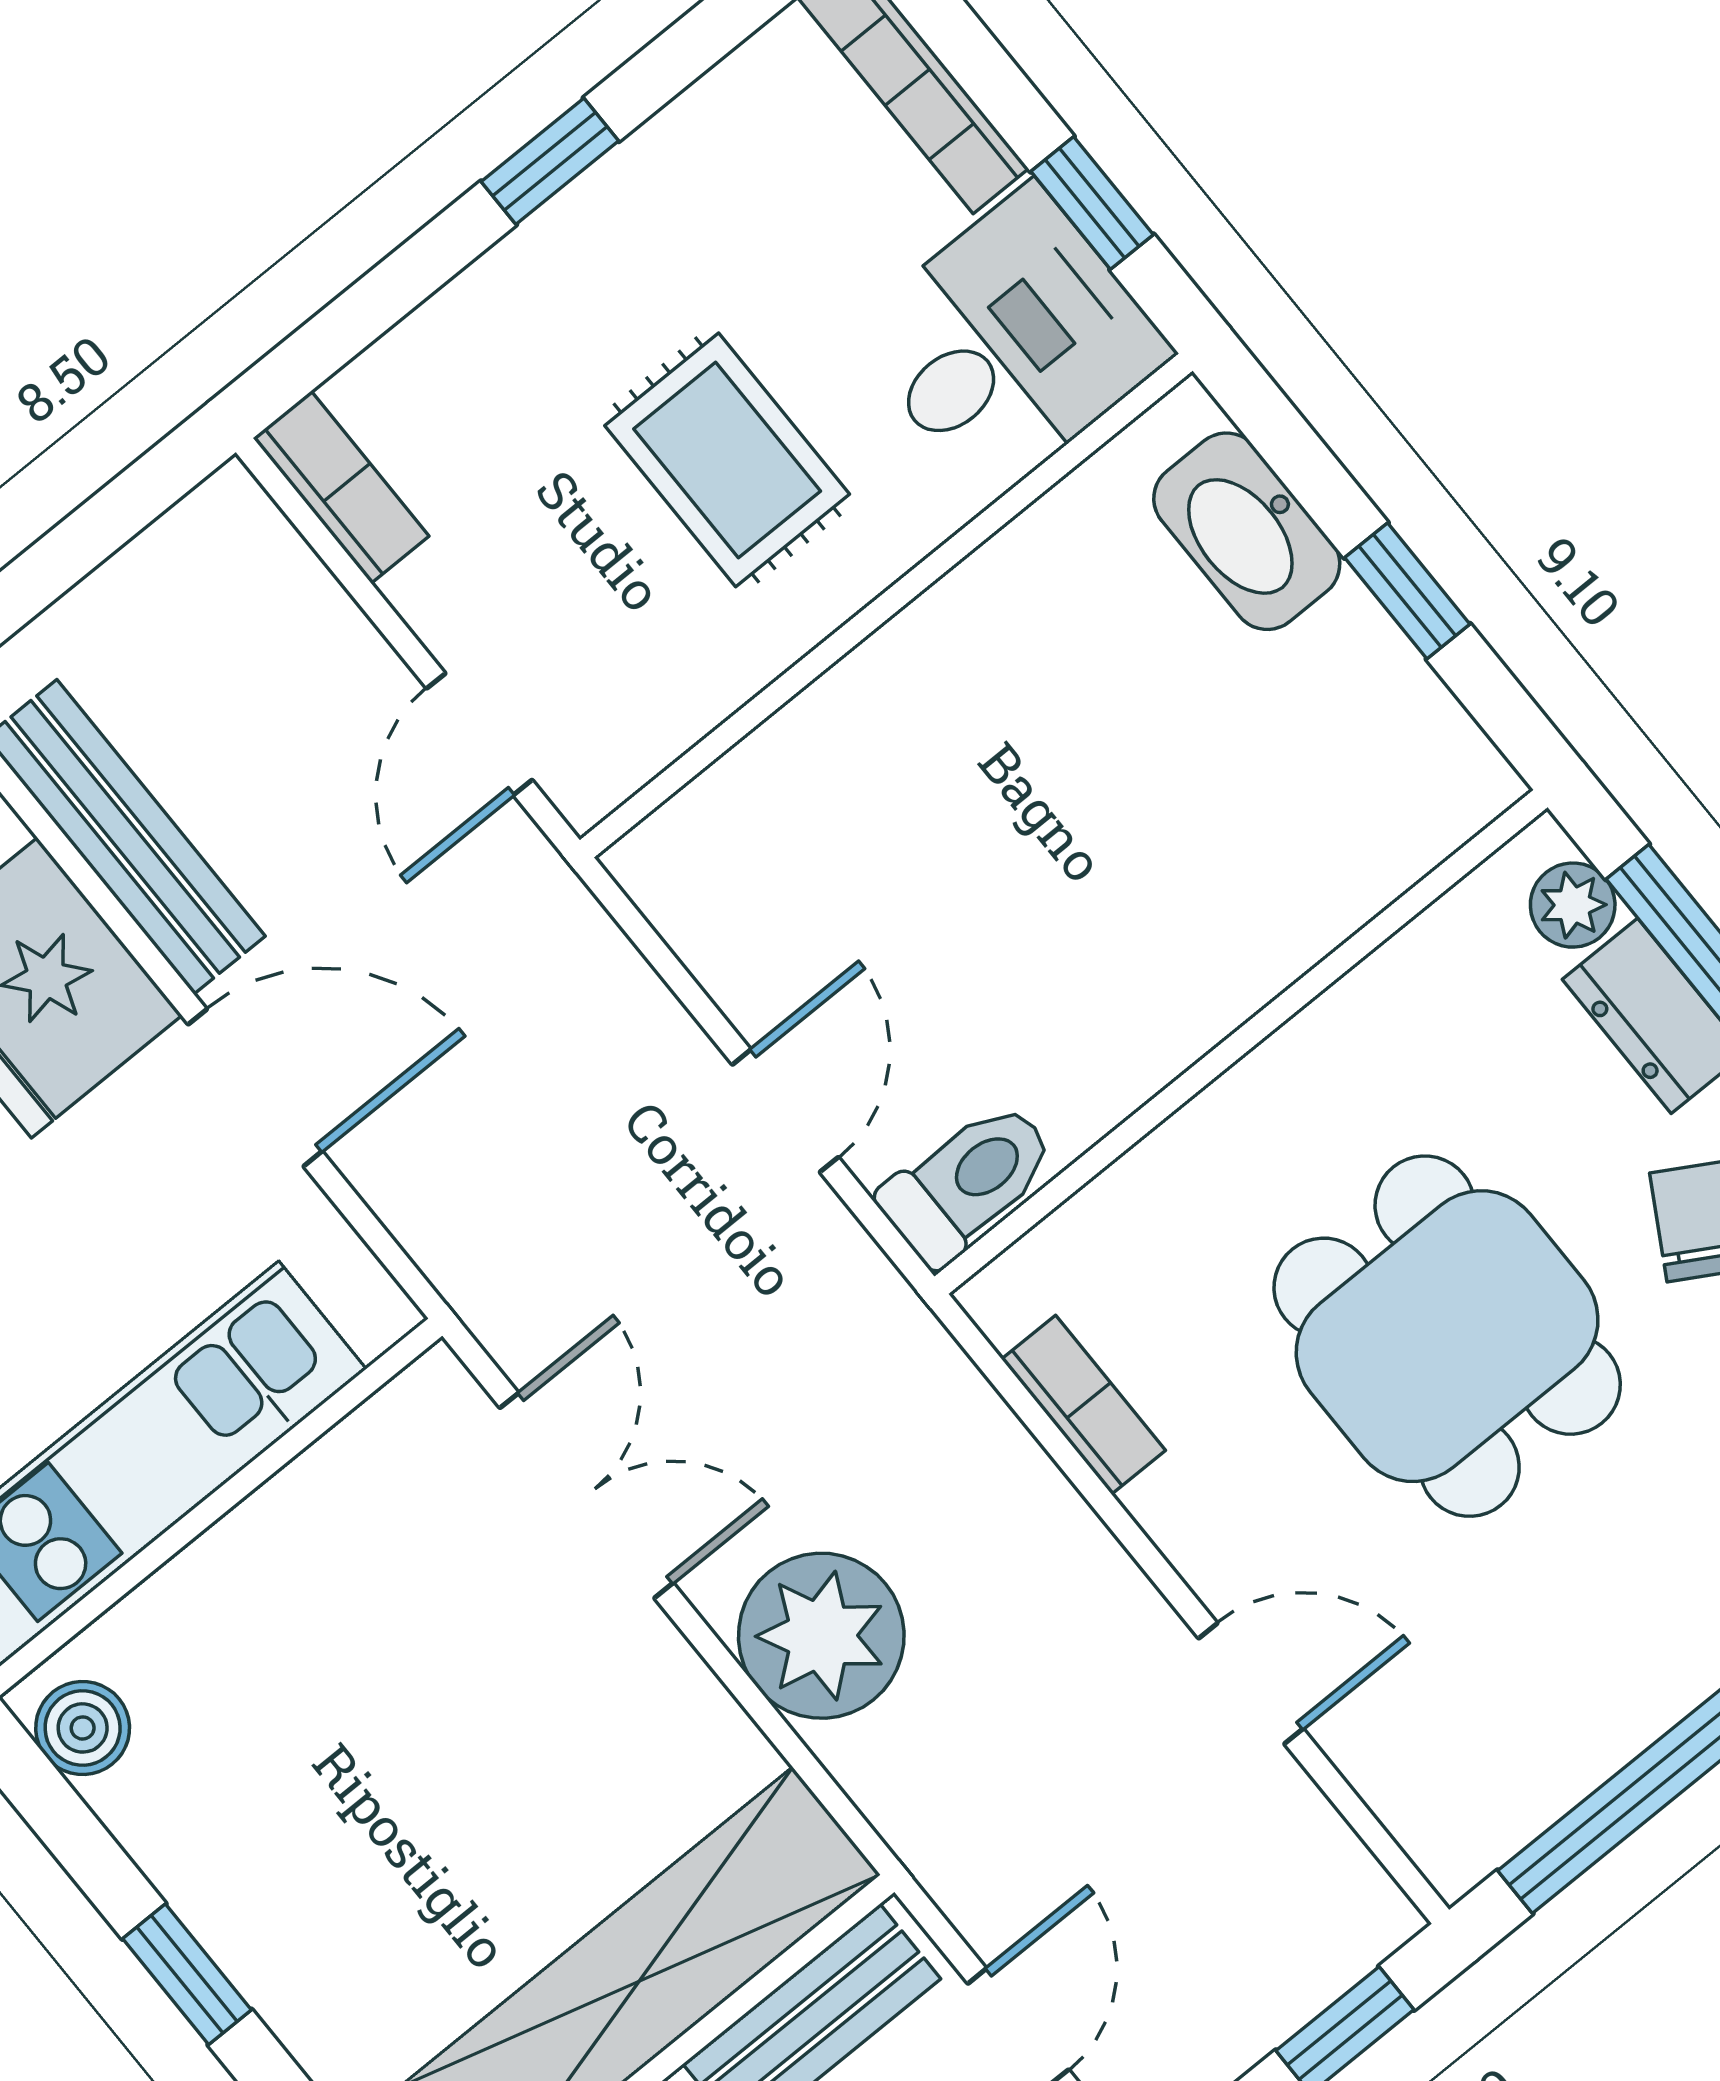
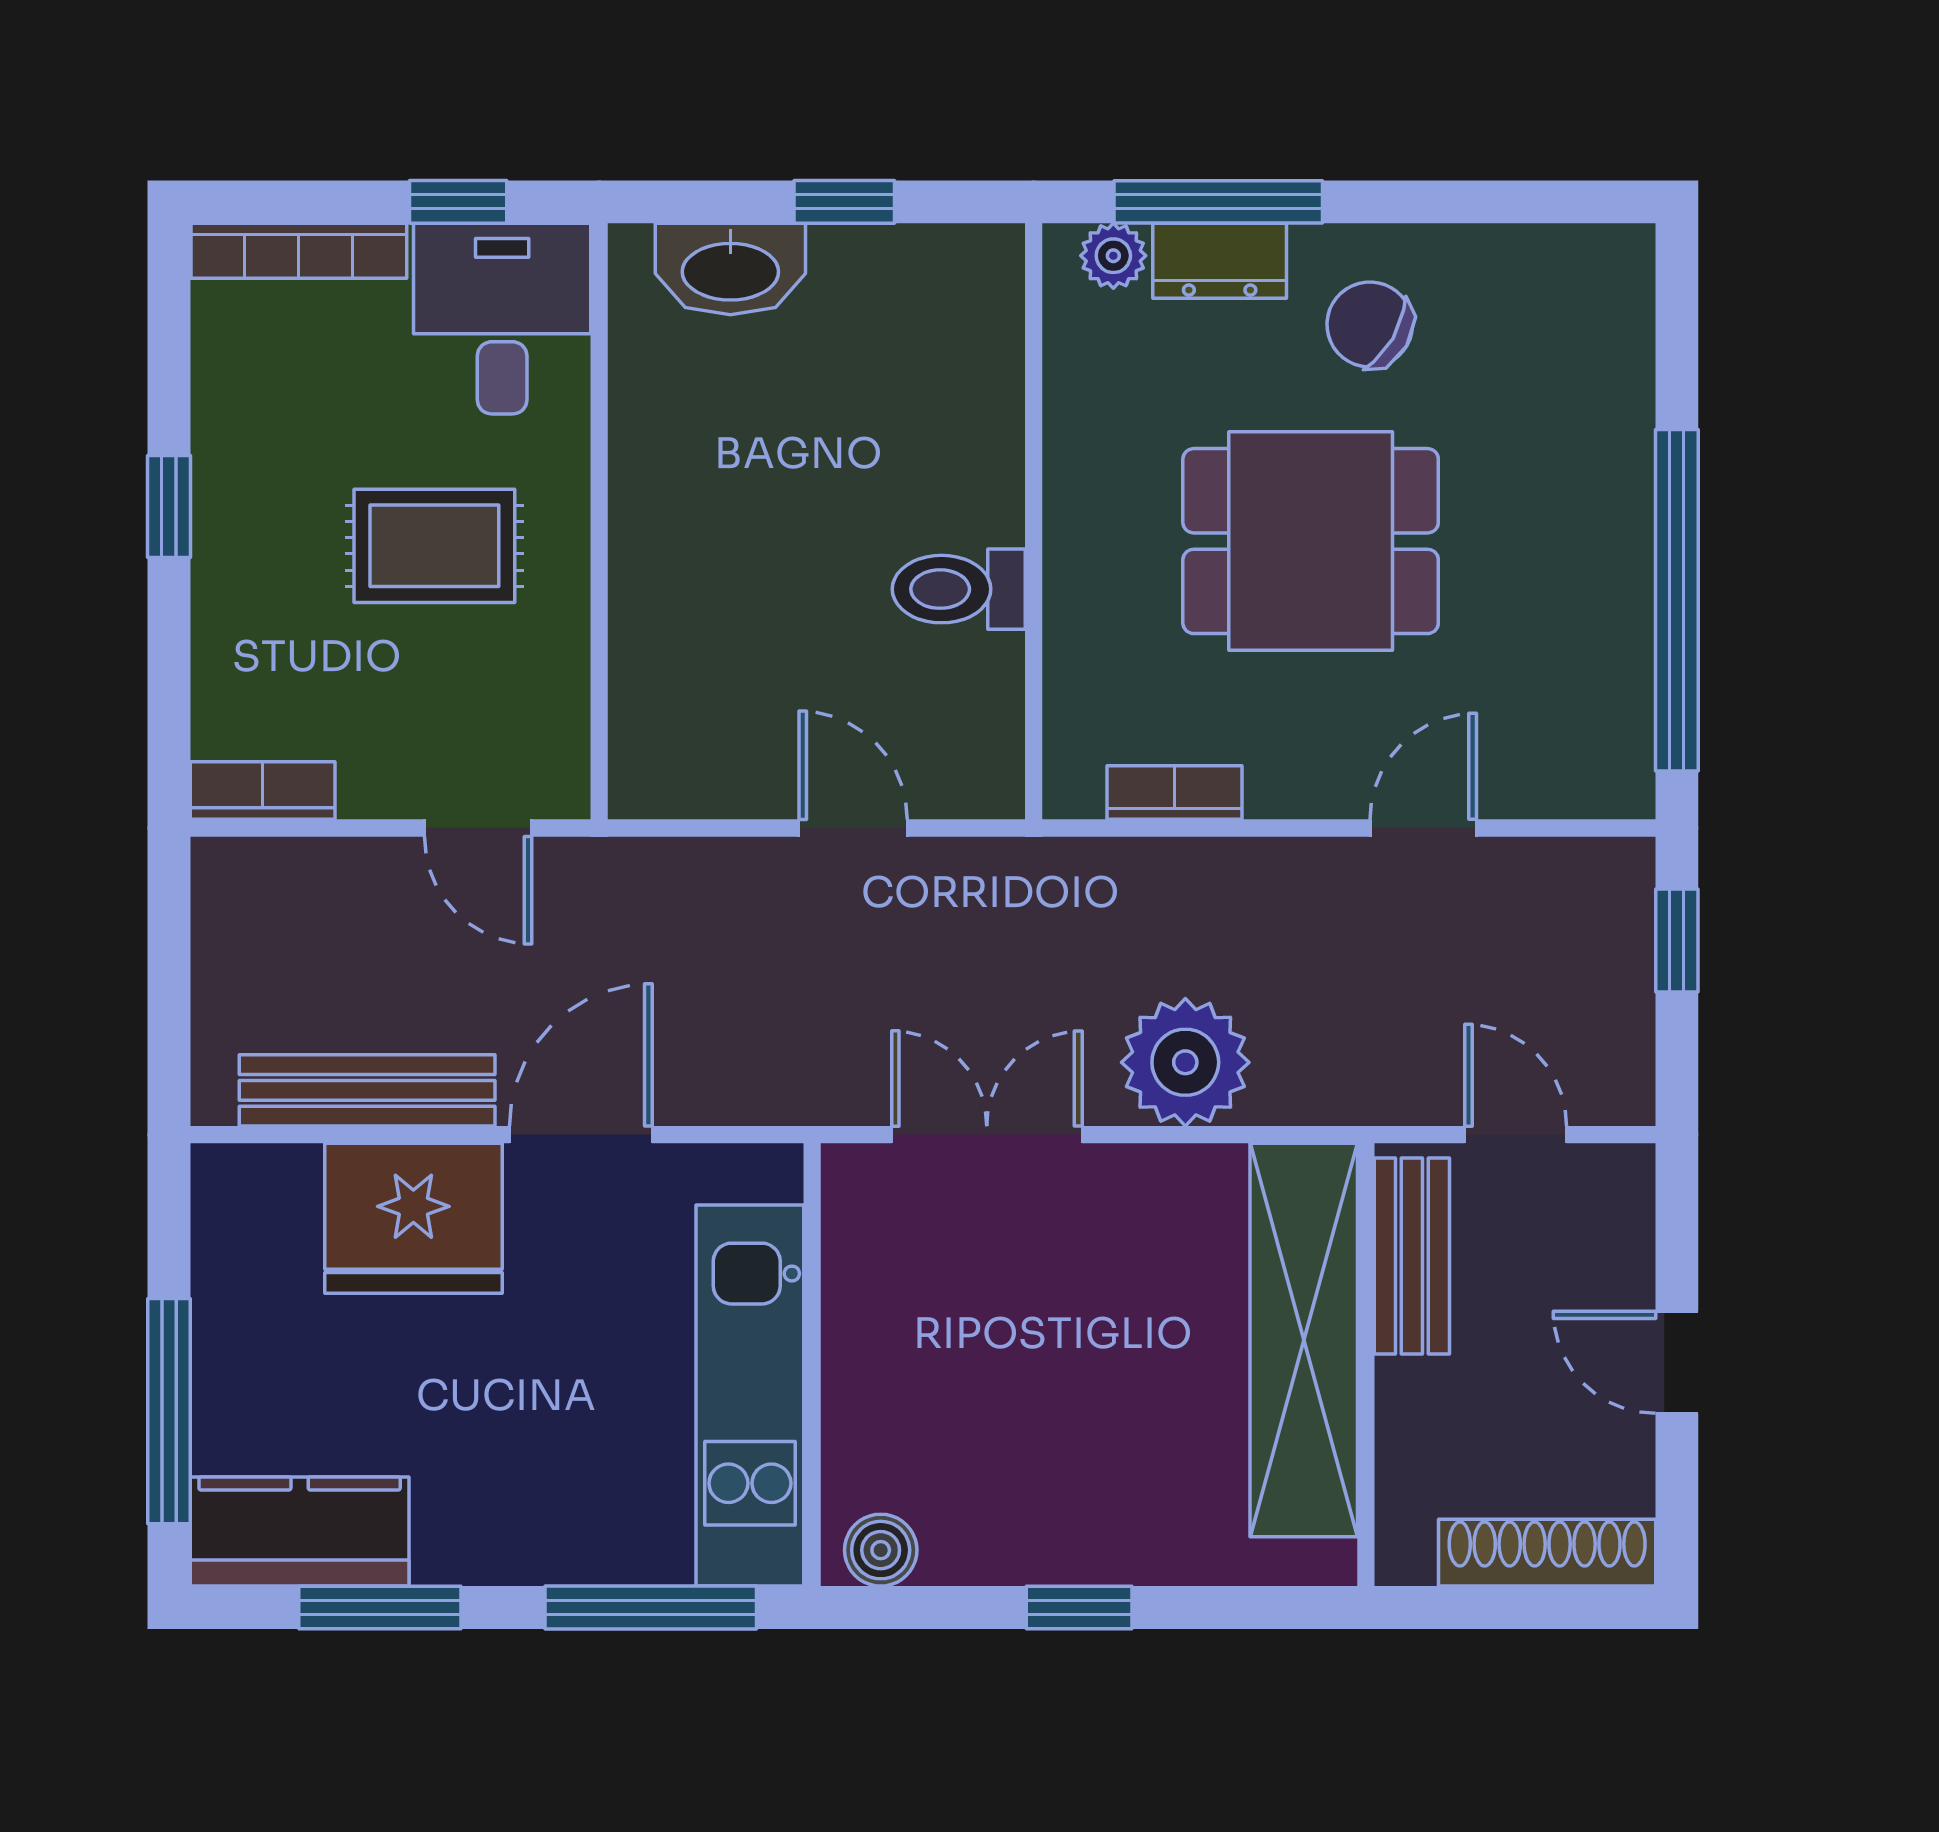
toilet: (968, 1182) -> (959, 589), moved, turned -90

